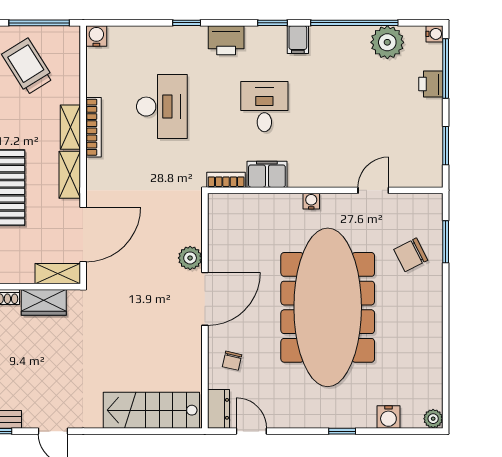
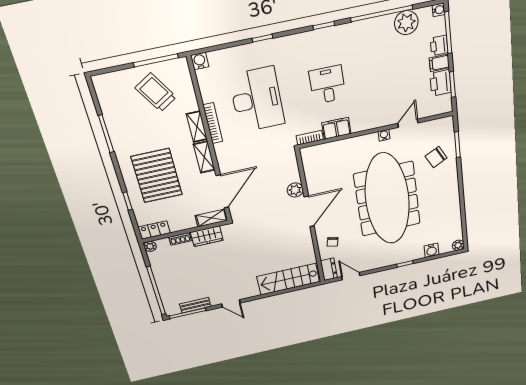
printer: (226, 40) -> (441, 83), moved, turned 90
filing cabinet: (298, 40) -> (439, 63), moved, turned 90
desk: (162, 107) -> (257, 100), width x1.36, depth x1.30
water cooler: (311, 201) -> (384, 135), moved

